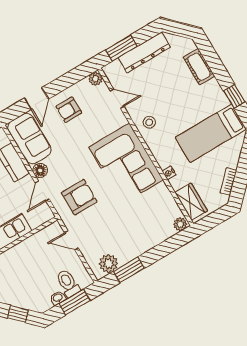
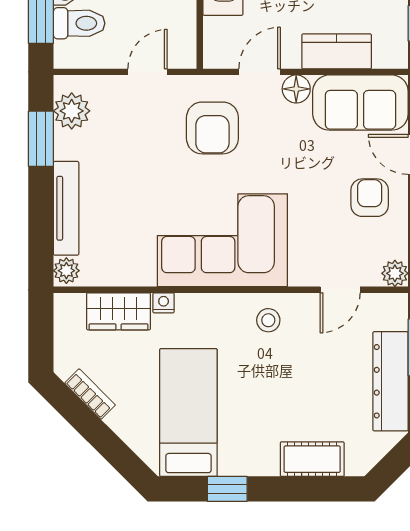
door: (42, 191) -> (260, 72), hinge flipped
wardrobe: (191, 202) -> (119, 311), moved
tv unit: (153, 241) -> (66, 208), added

